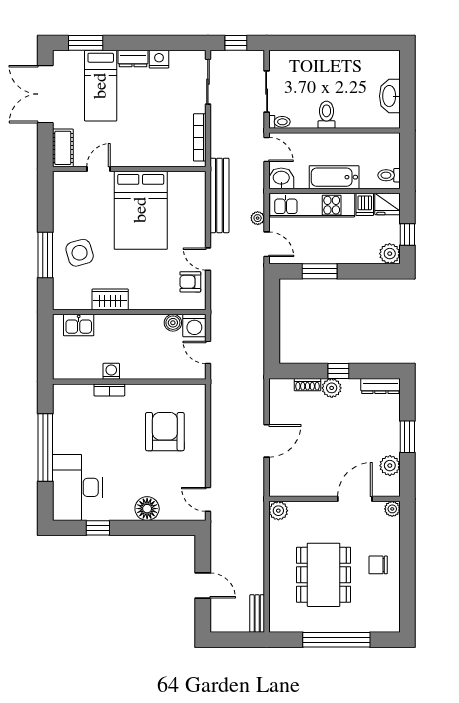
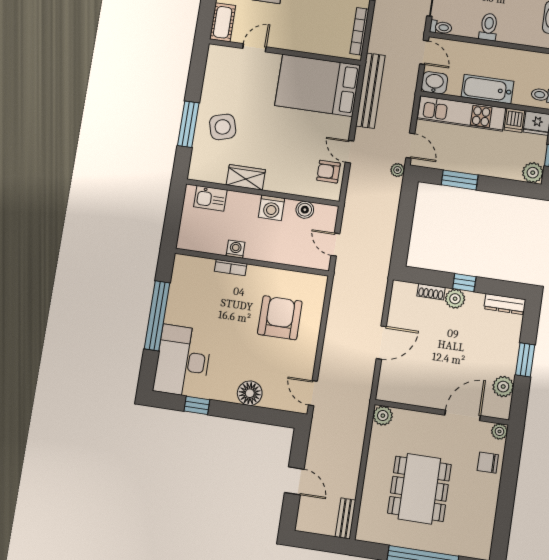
bed: (141, 210) -> (318, 85), moved, turned 90
plant: (258, 218) -> (397, 170), moved
washing machine: (194, 326) -> (272, 208), moved
chair: (378, 565) -> (488, 463), moved

